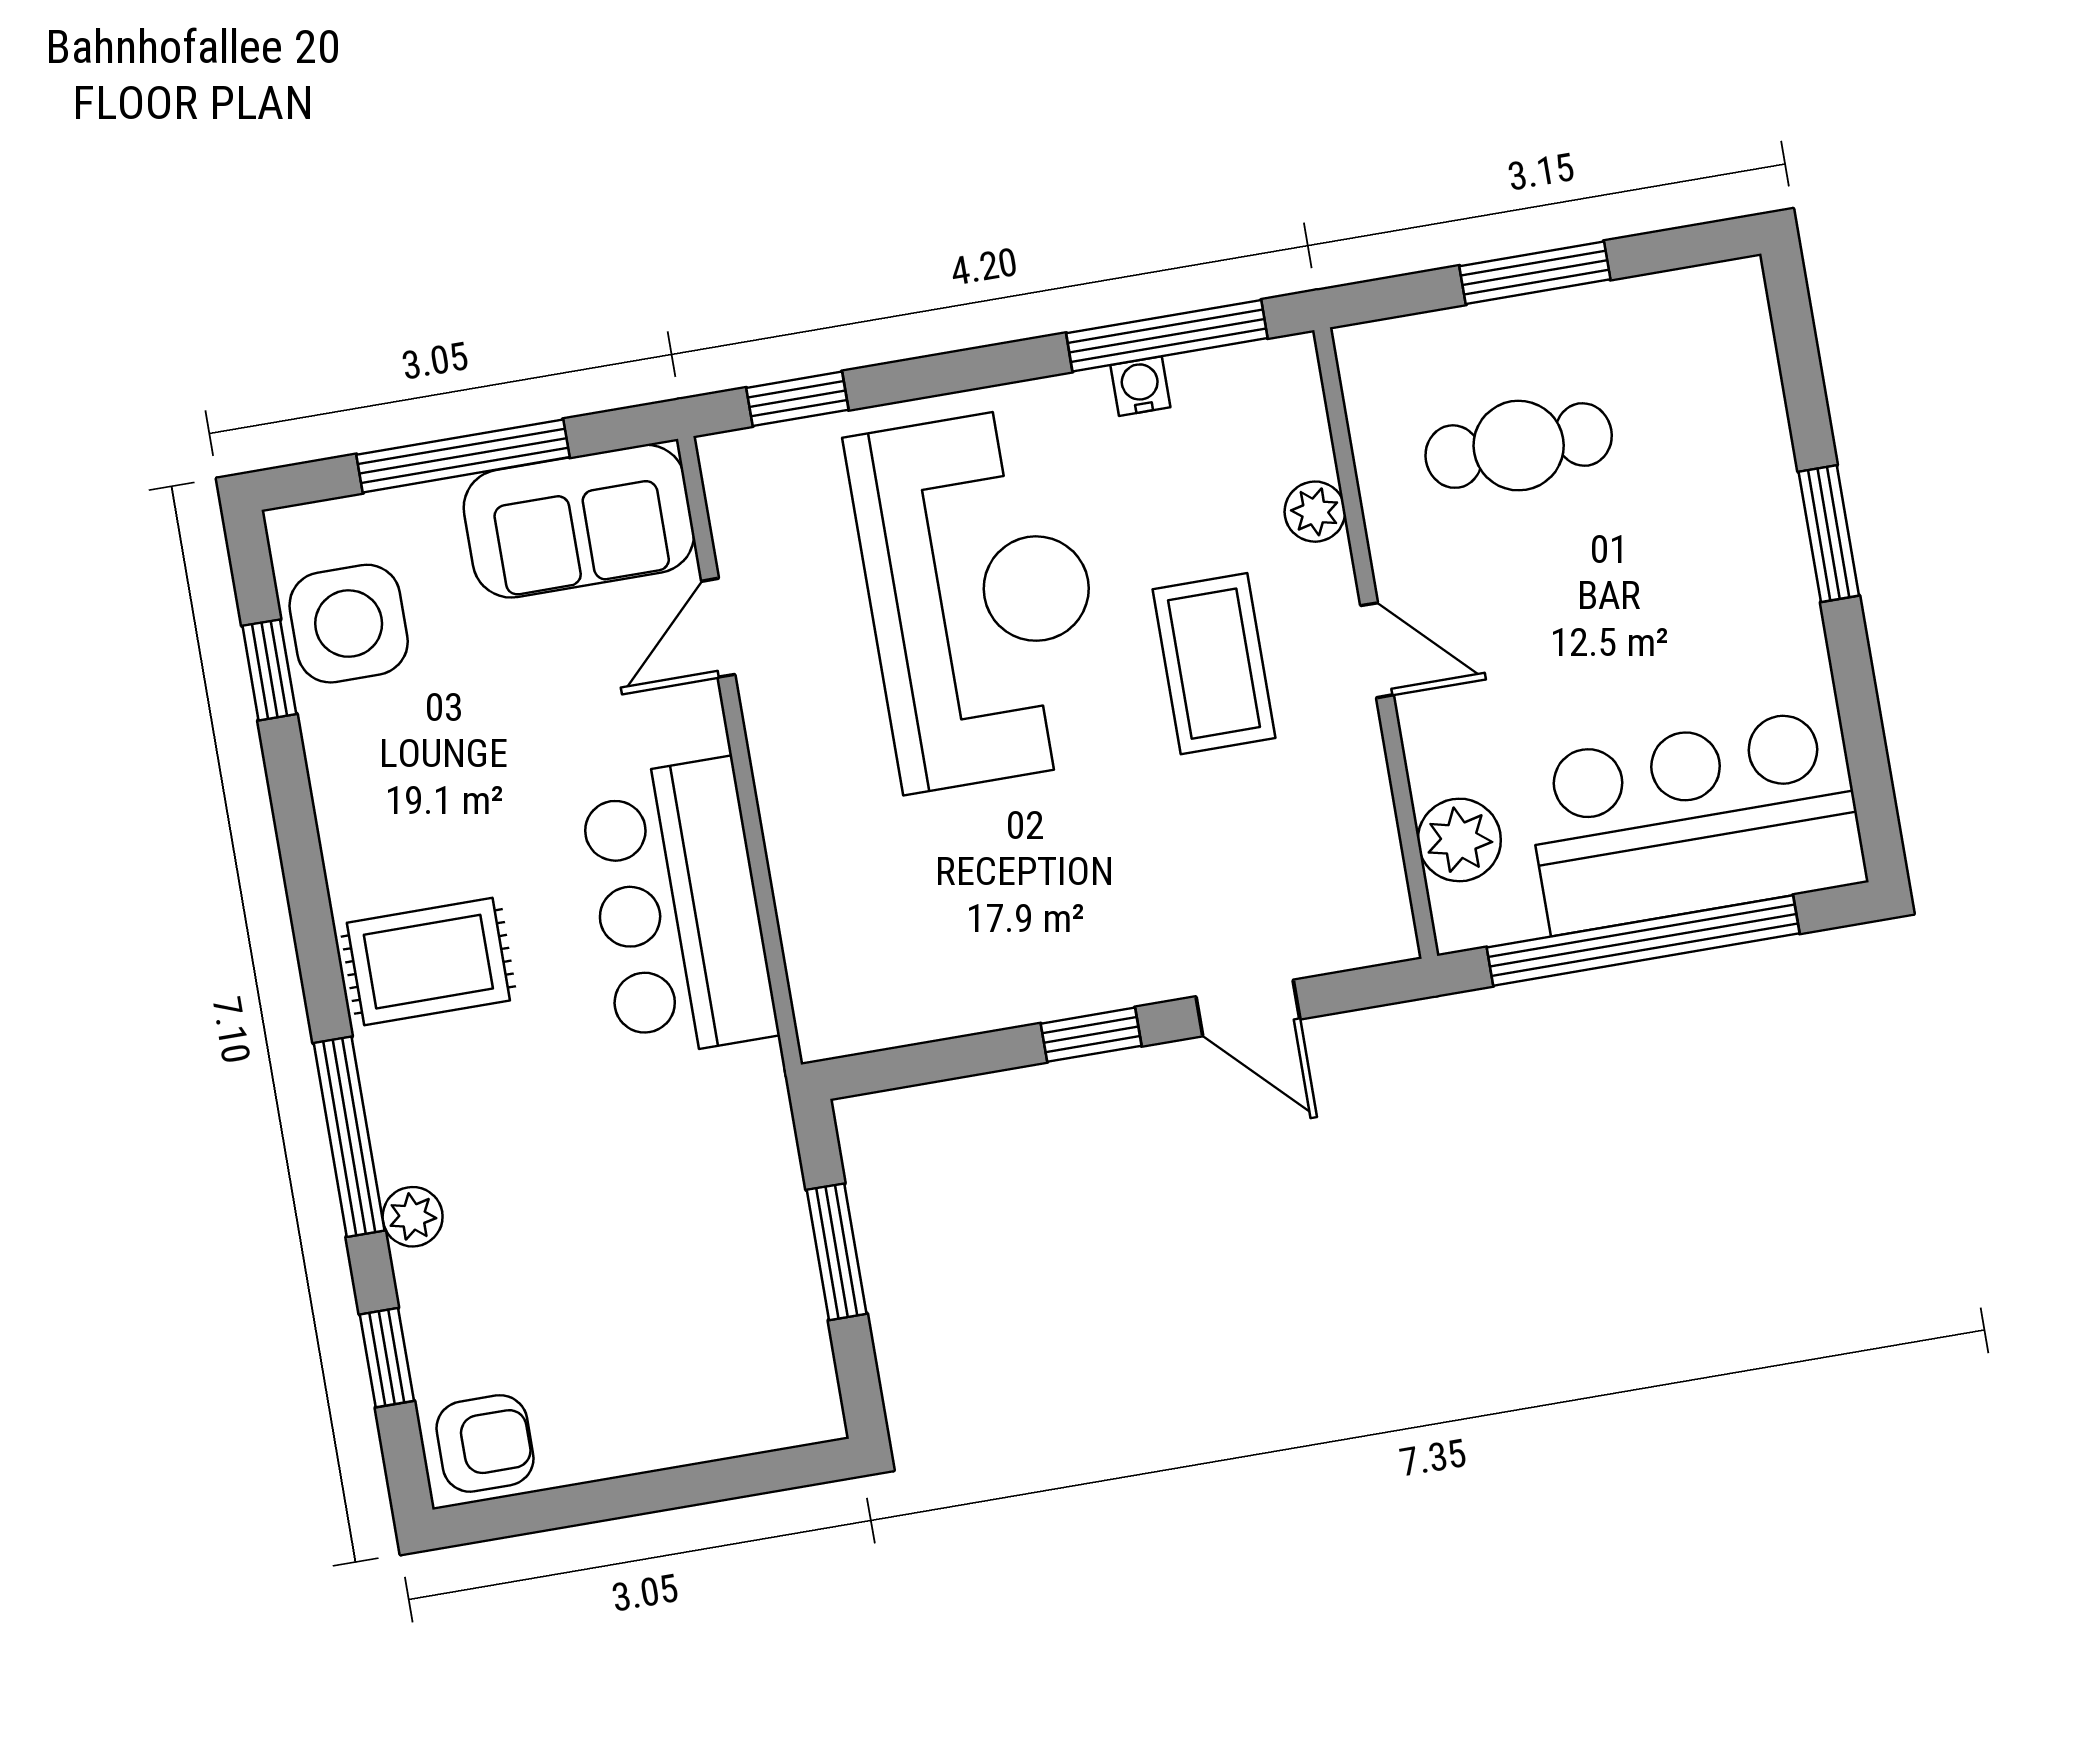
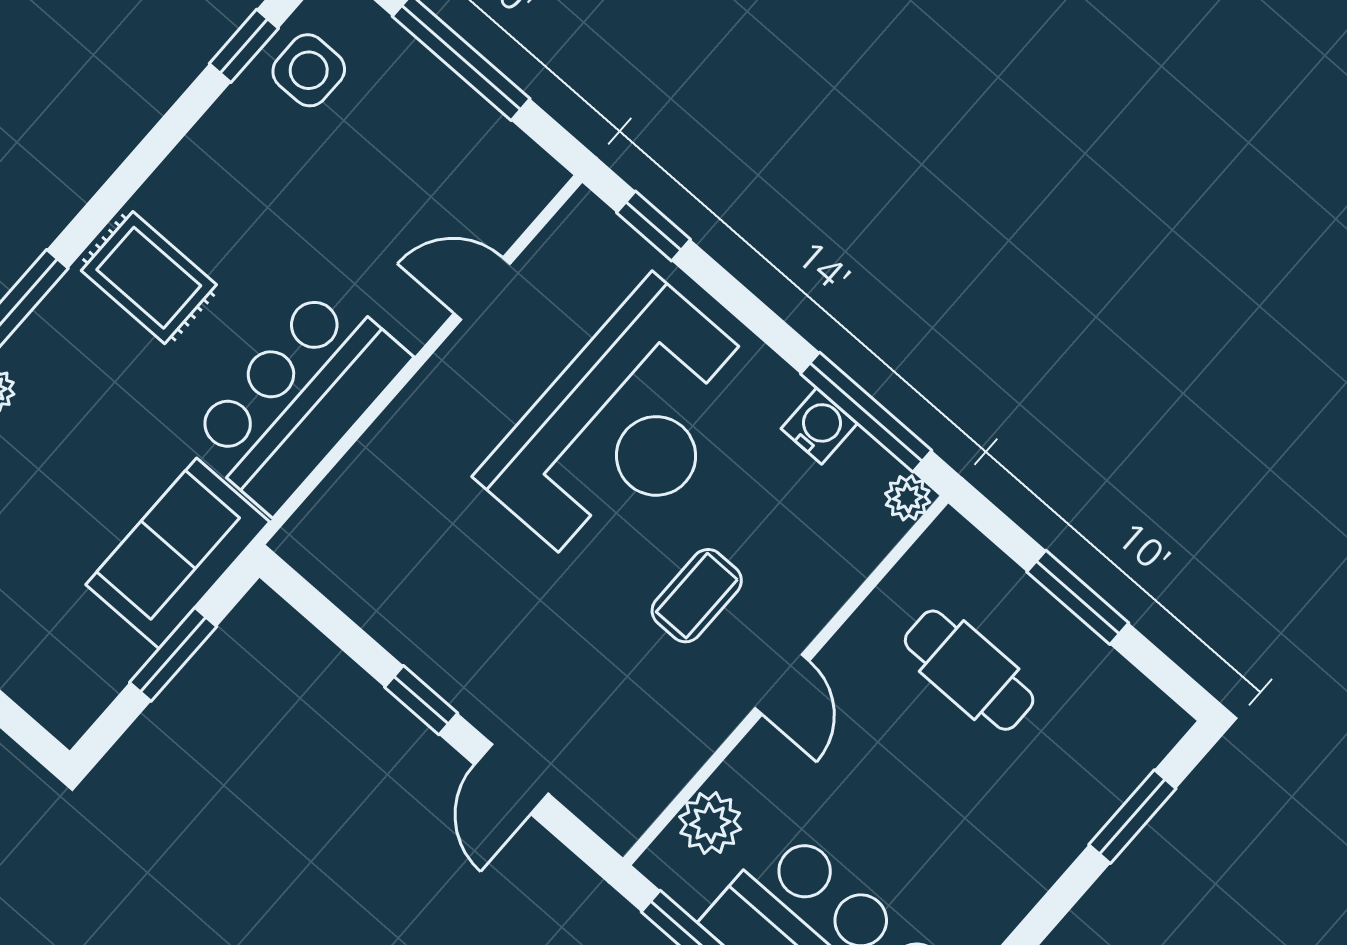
water cooler: (1140, 386) -> (819, 426), width x1.38, depth x1.38
plant: (1315, 512) -> (908, 498), moved
sofa: (579, 521) -> (178, 553), moved, turned 90
window: (1829, 534) -> (1132, 817), moved
side table: (349, 624) -> (309, 70), width x0.73, depth x0.73
coffee table: (1214, 664) -> (697, 596), width x0.73, depth x0.77

